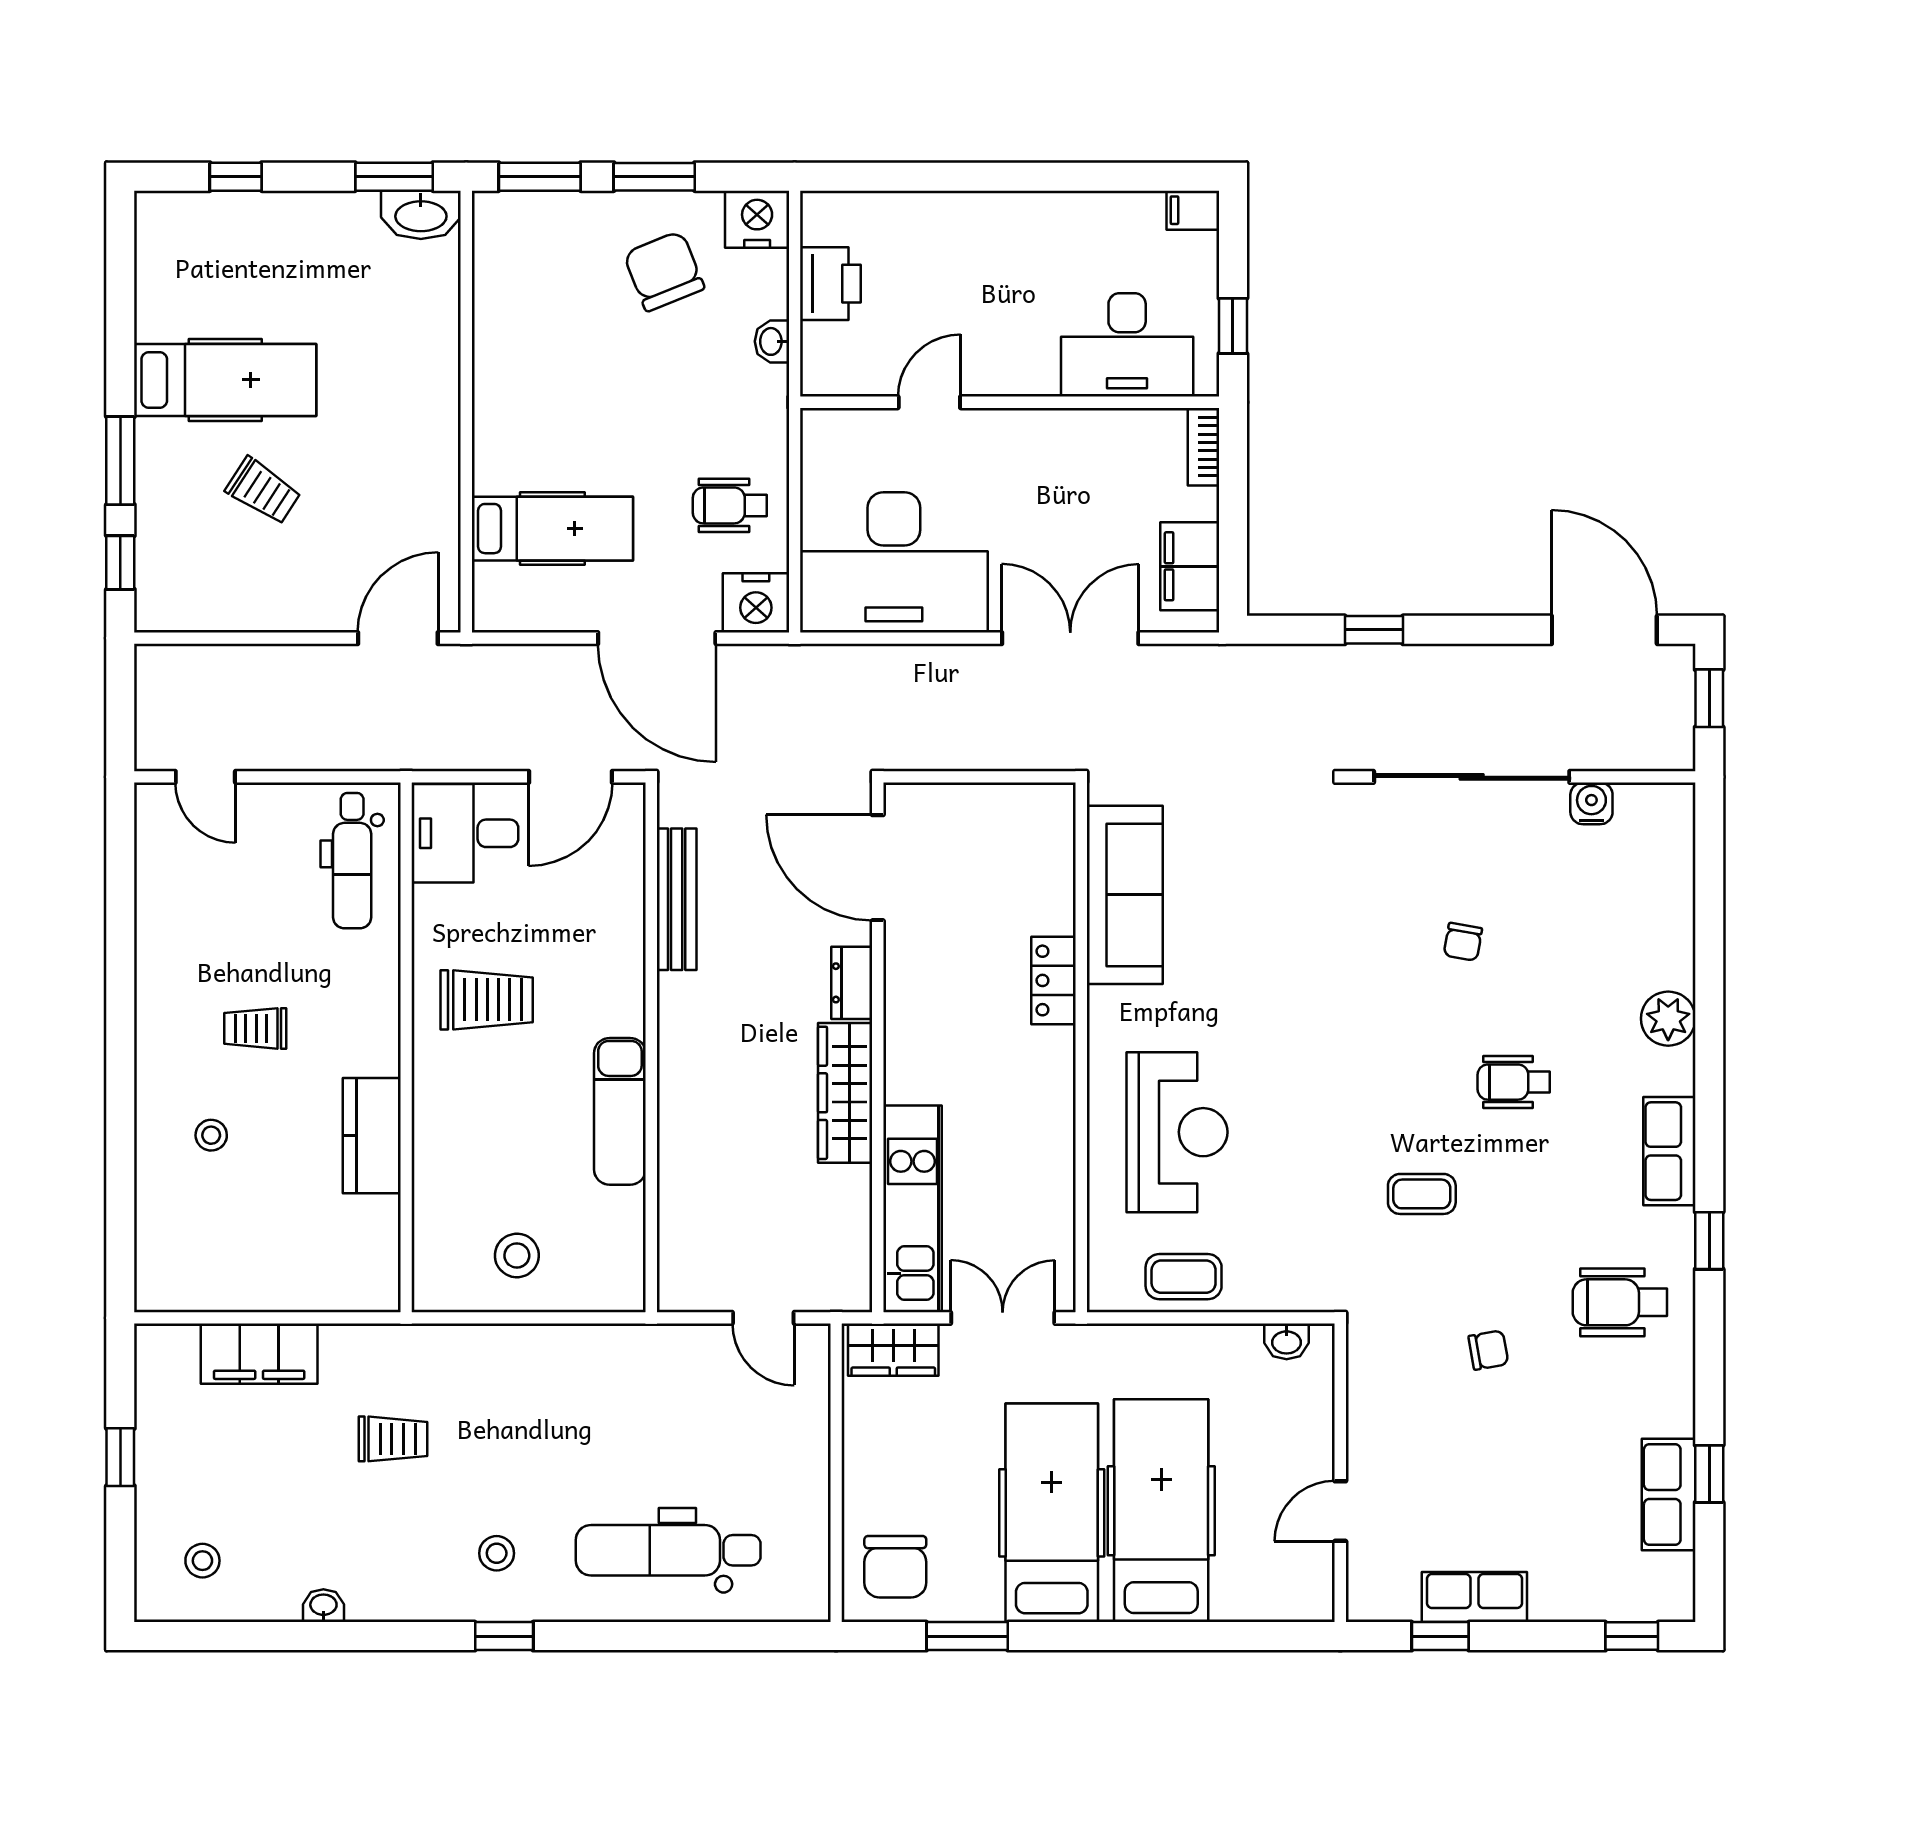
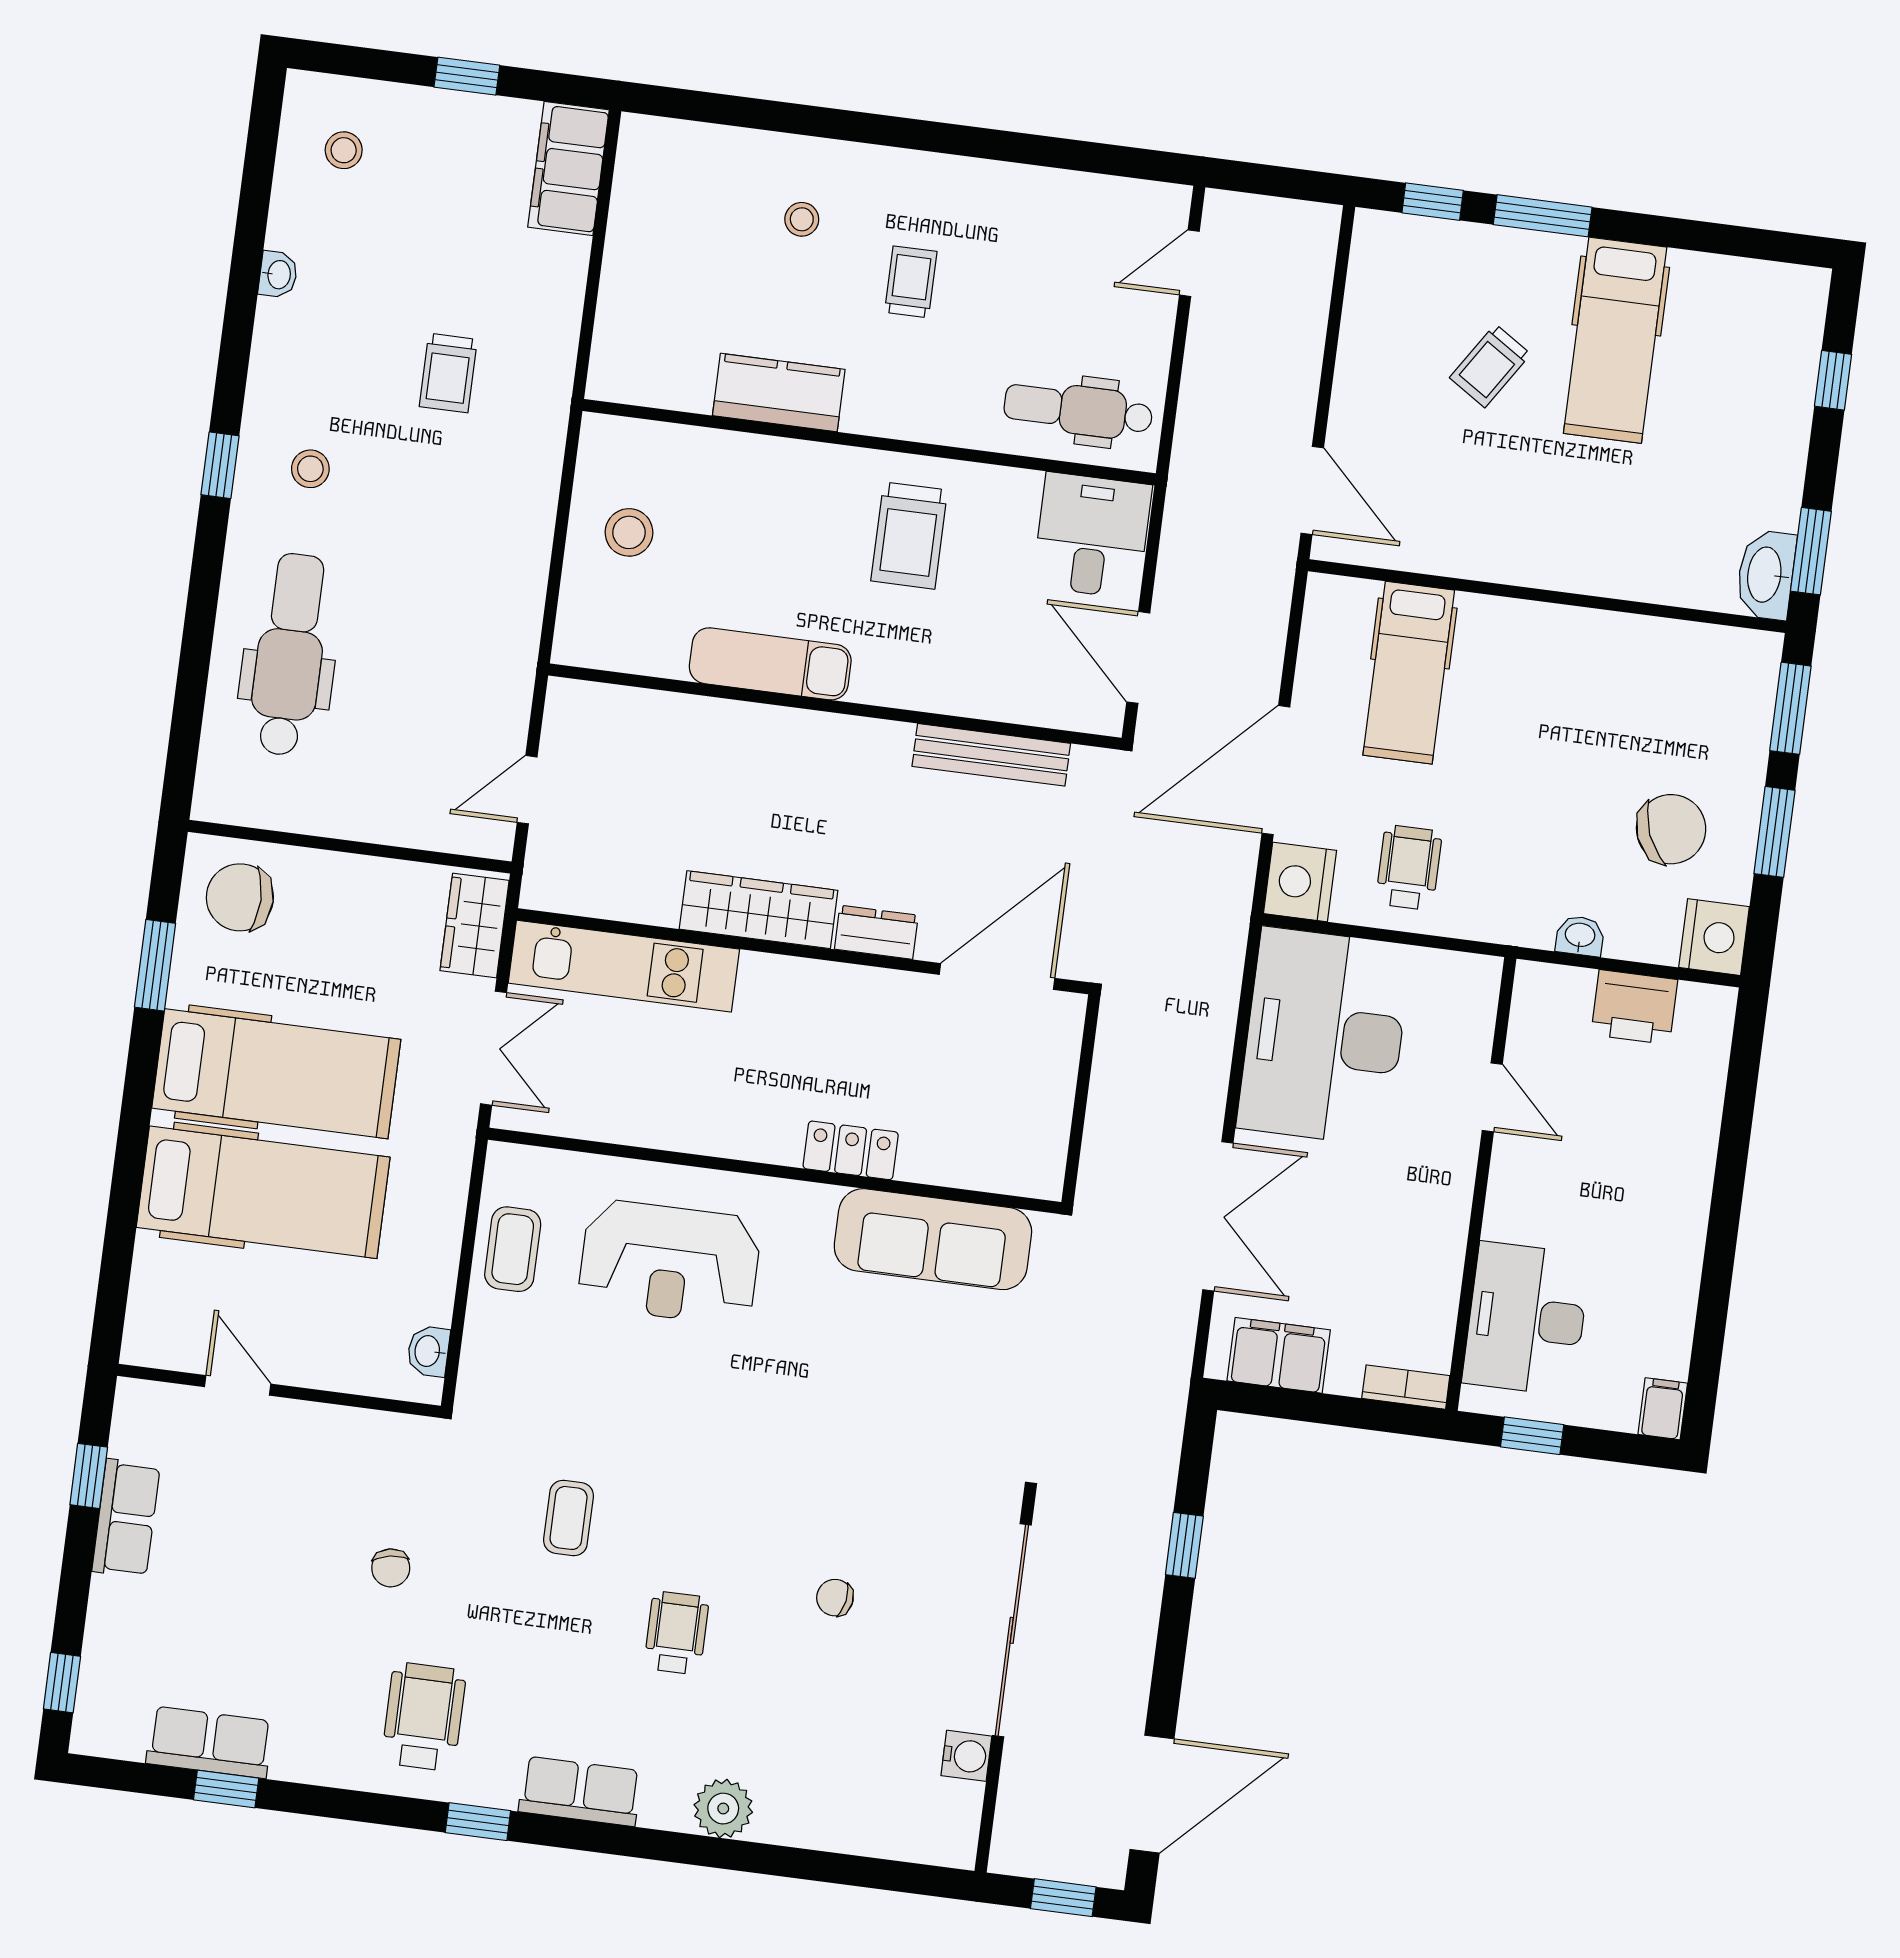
filing cabinet: (259, 1354) -> (569, 169), moved

